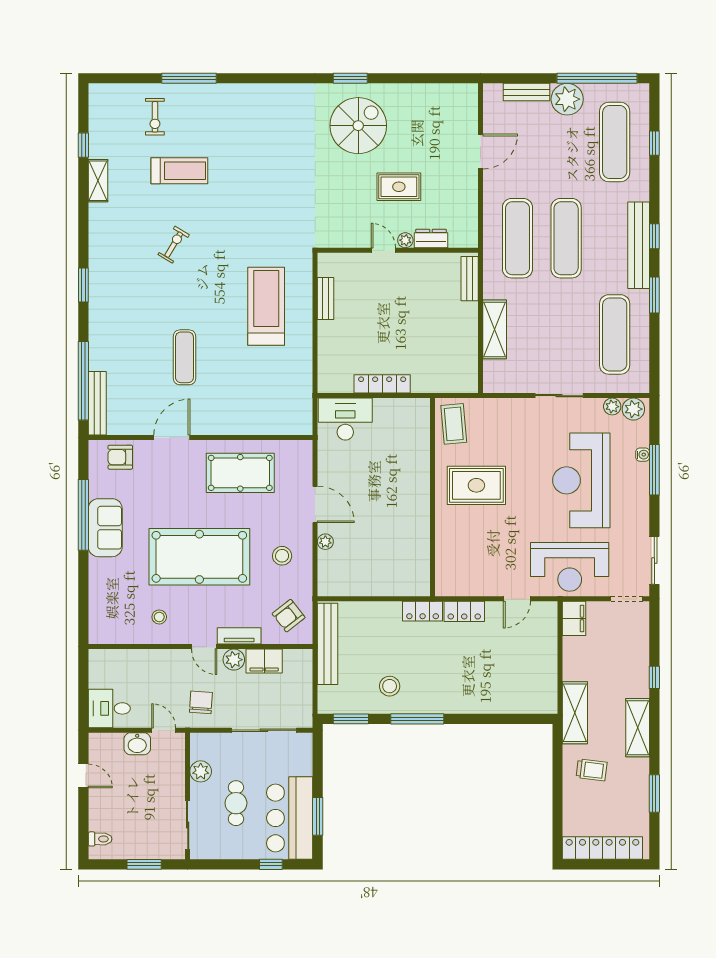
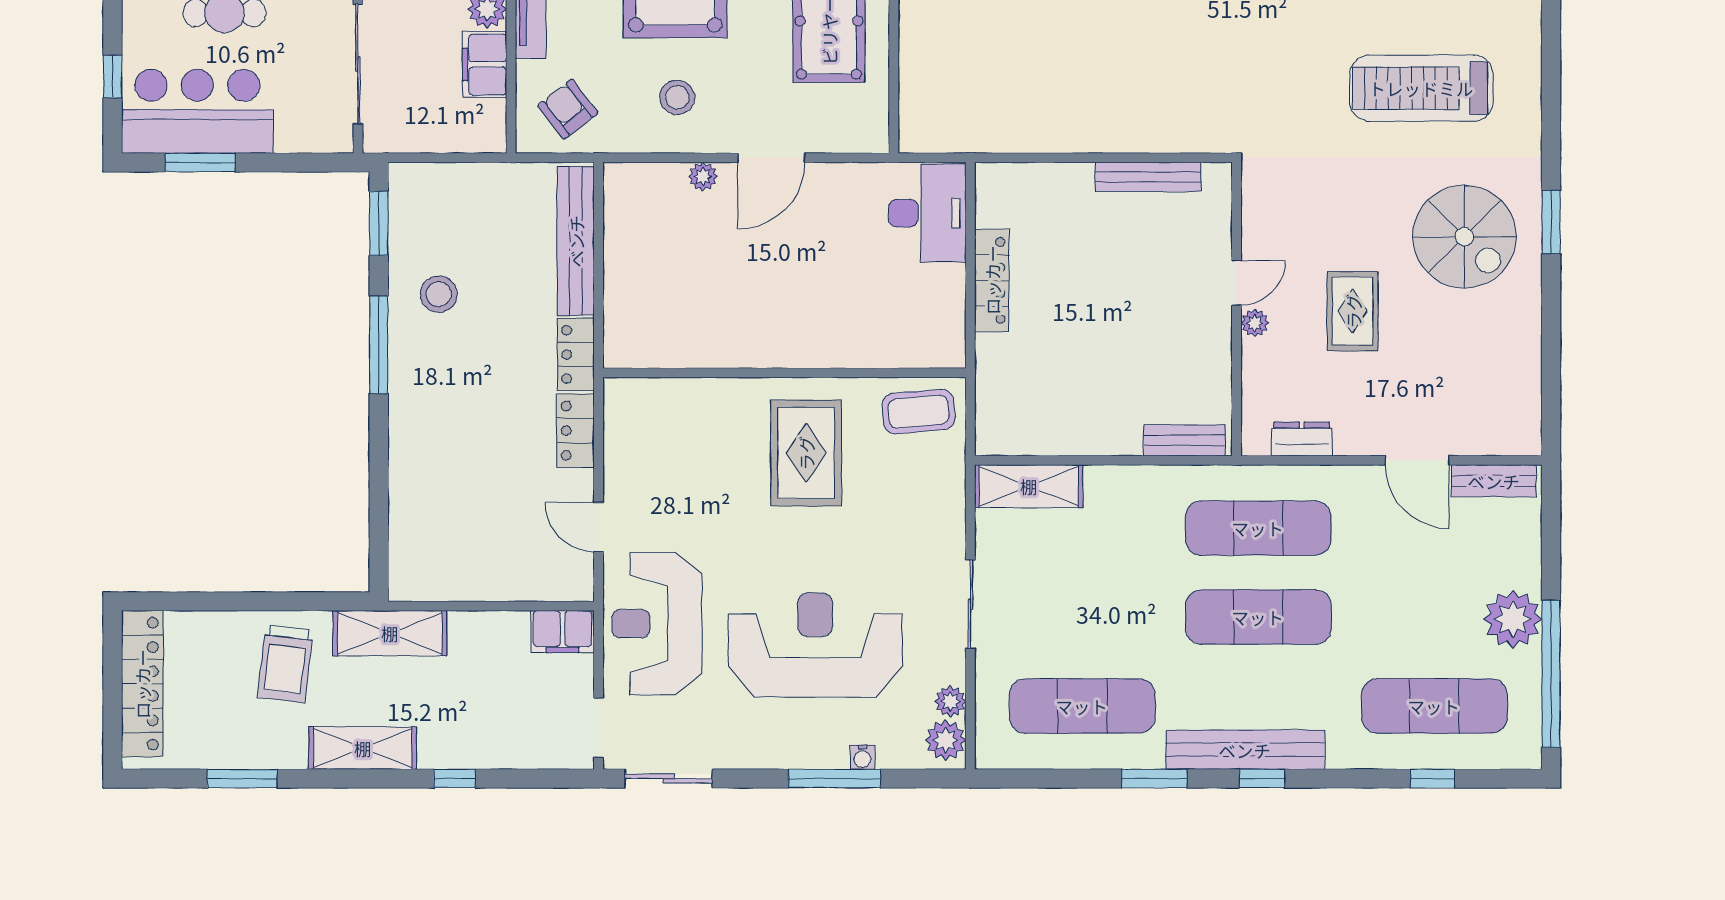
bench: (527, 92) -> (1494, 481), moved, turned 90
dresser: (431, 238) -> (1302, 439), moved, turned -90
bench: (326, 298) -> (1148, 177), width x1.36
treadmill: (266, 306) -> (1421, 88), moved, turned 180
shelving: (495, 329) -> (1029, 486), moved
bench: (328, 644) -> (576, 241), moved, turned 90
trolley: (592, 770) -> (285, 664), width x1.36, depth x1.39

